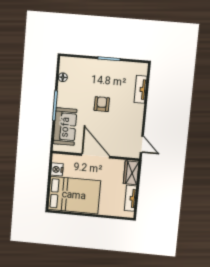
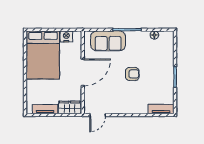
tv unit: (140, 89) -> (161, 109), moved

